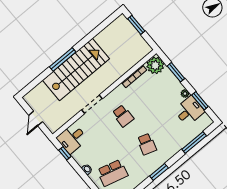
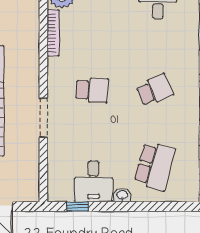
desk: (72, 139) -> (93, 181), moved
school desk: (147, 144) -> (155, 90), turned -42

